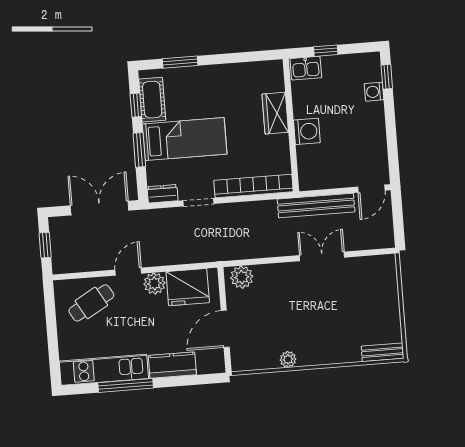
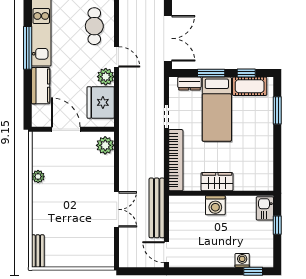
wardrobe: (275, 113) -> (217, 182), moved
dresser: (163, 194) -> (189, 83), moved, turned 90
cafe table: (91, 303) -> (94, 26), turned 30

